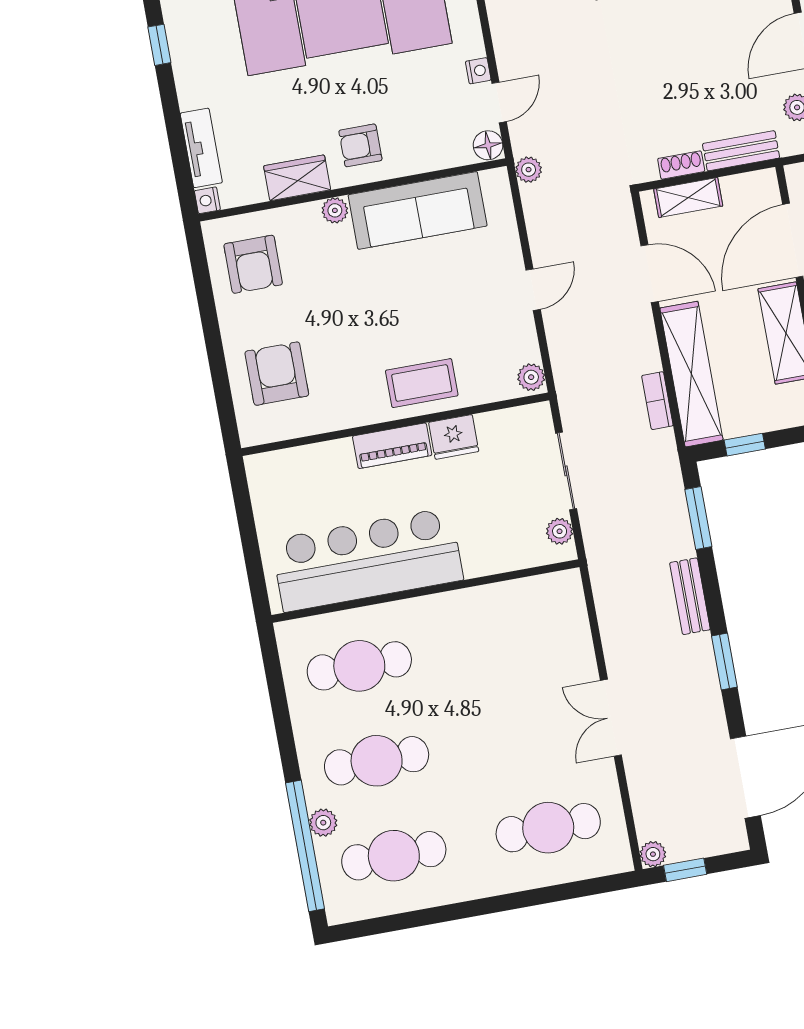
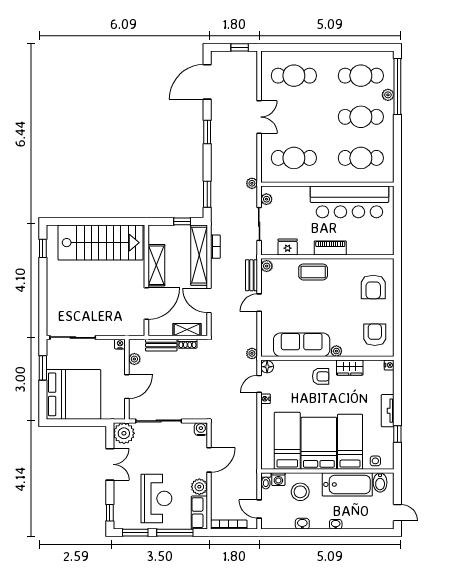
tv unit: (201, 148) -> (388, 411), moved
fridge: (454, 437) -> (288, 247), moved
bench: (690, 596) -> (251, 275), moved
cafe table: (514, 638) -> (294, 158), added
plant: (653, 854) -> (252, 183), moved

